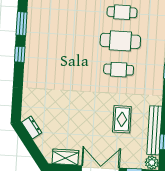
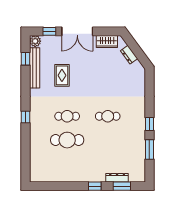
cafe table: (122, 12) -> (108, 116), moved
dresser: (32, 128) -> (129, 55), moved

